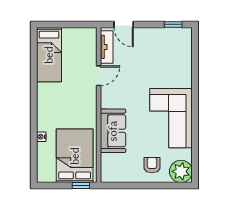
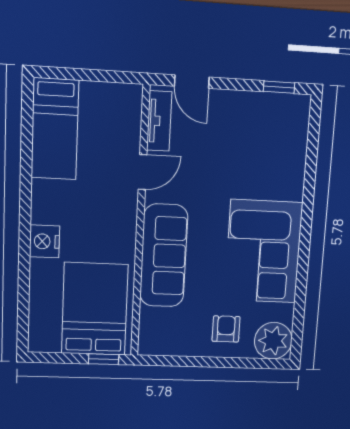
sofa: (113, 131) -> (164, 256), width x1.36
nightstand: (41, 137) -> (45, 241), moved, width x1.89, depth x1.79

